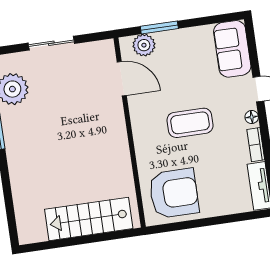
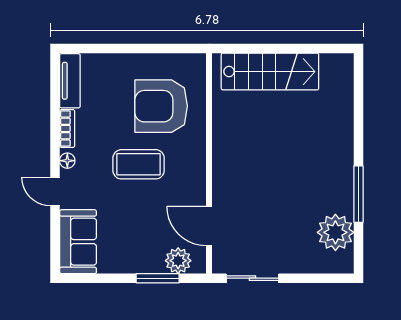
sliding door: (51, 43) -> (253, 278), moved
armchair: (174, 193) -> (161, 106), moved

